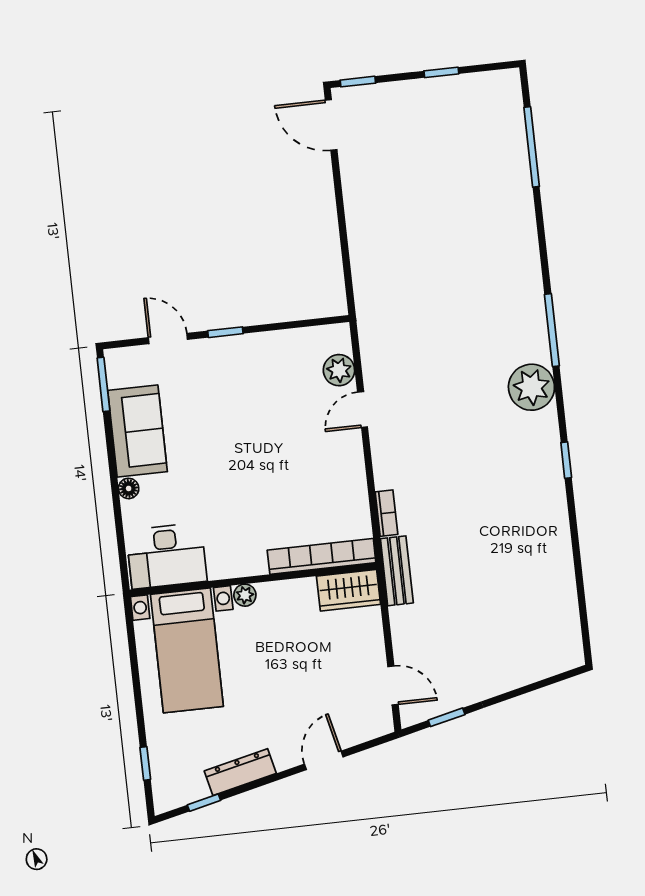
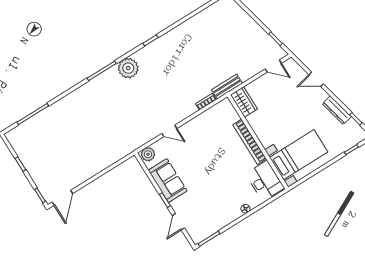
plant: (339, 370) -> (148, 154), moved
sofa: (137, 431) -> (168, 181), moved, turned 90
bookcase: (322, 556) -> (250, 142), moved
plant: (245, 595) -> (266, 142), removed
door: (393, 686) -> (273, 66), swing flipped

